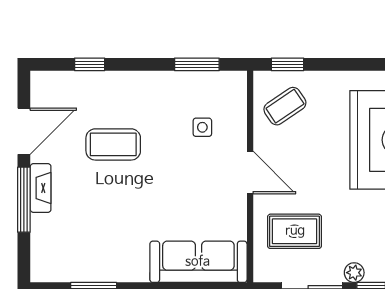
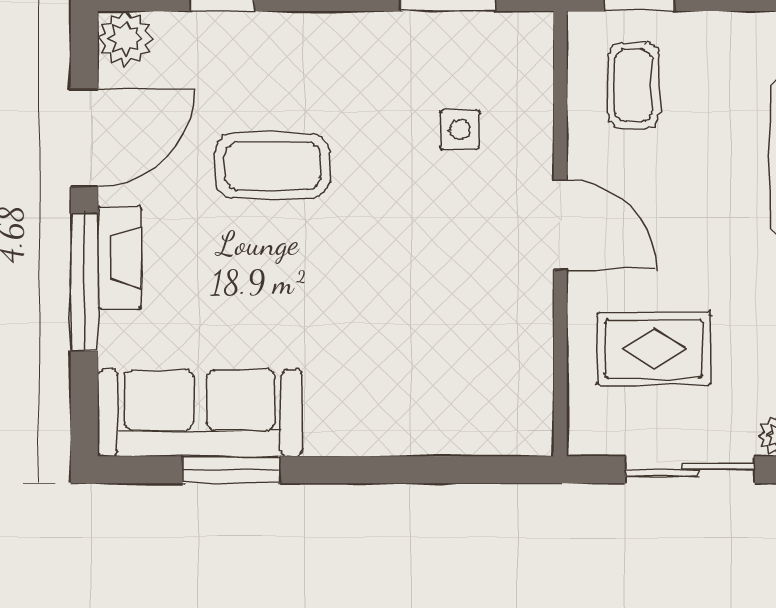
plant: (44, 84) -> (126, 39), added
coffee table: (285, 106) -> (634, 85), turned -56
sofa: (198, 262) -> (200, 413), moved

